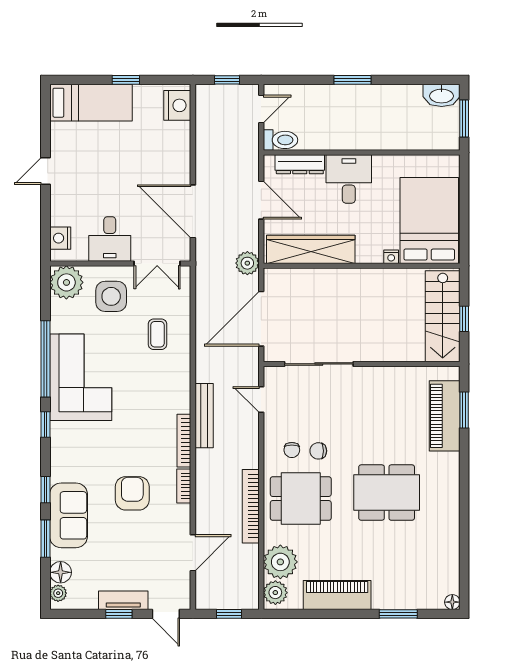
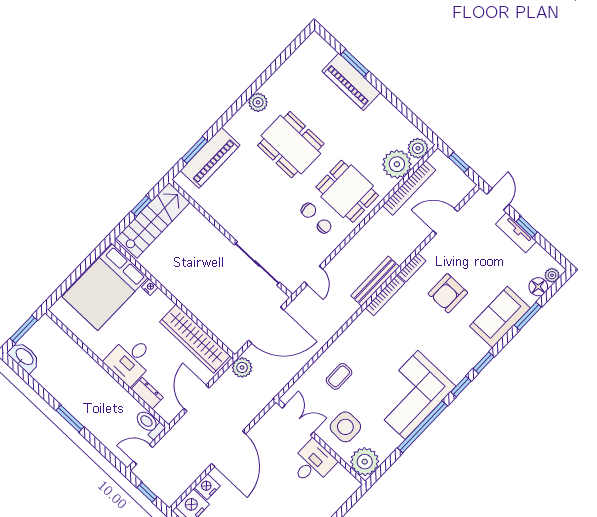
dresser: (300, 164) -> (147, 393), width x0.70
door: (193, 211) -> (229, 449), moved
nightstand: (60, 238) -> (207, 487), moved, turned 180
bench: (204, 416) -> (375, 281), moved
window: (45, 490) -> (484, 363), moved
plant: (449, 502) -> (258, 102), added
bookcase: (251, 506) -> (409, 188), moved
piano: (337, 595) -> (351, 82), moved
floor lamp: (452, 602) -> (315, 39), removed

